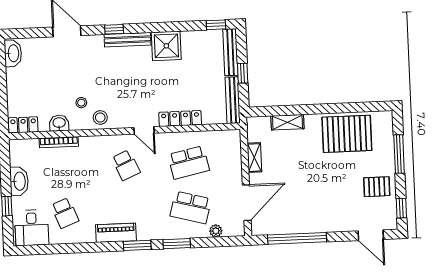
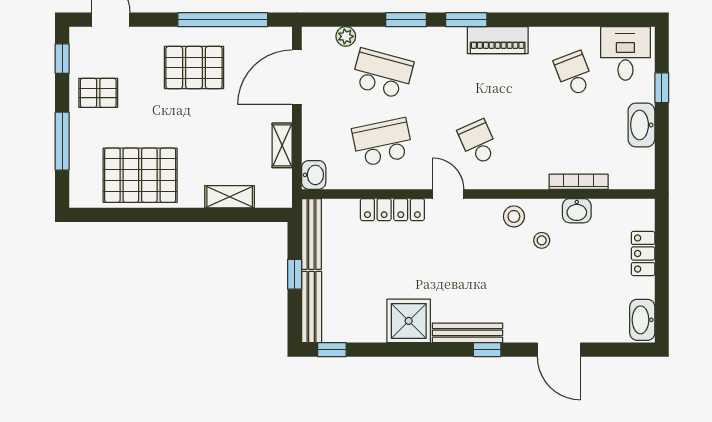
locker: (23, 125) -> (643, 253), moved, turned 90
washbasin: (233, 139) -> (314, 175), added
pallet: (315, 206) -> (194, 68), added

